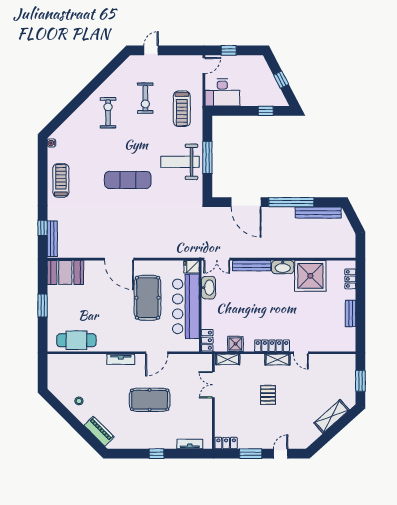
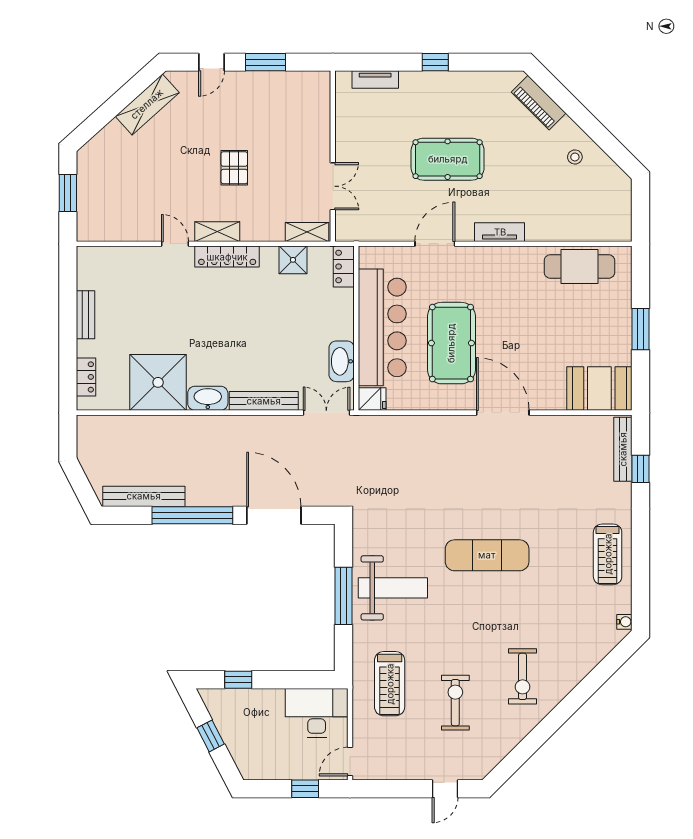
treadmill: (182, 109) -> (390, 684), turned 180
shelving: (332, 416) -> (147, 104), moved
locker: (226, 443) -> (310, 81), removed

